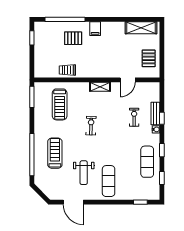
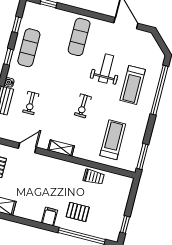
weight bench: (84, 173) -> (106, 68), moved

